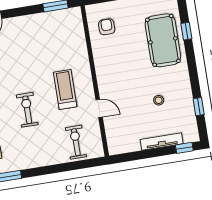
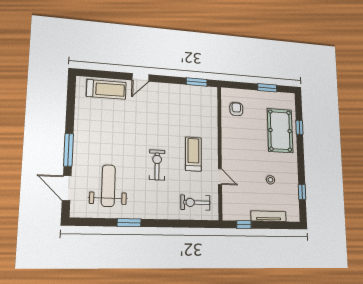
exercise bike: (76, 142) -> (195, 203), turned -90
window: (184, 148) -> (244, 225), moved

